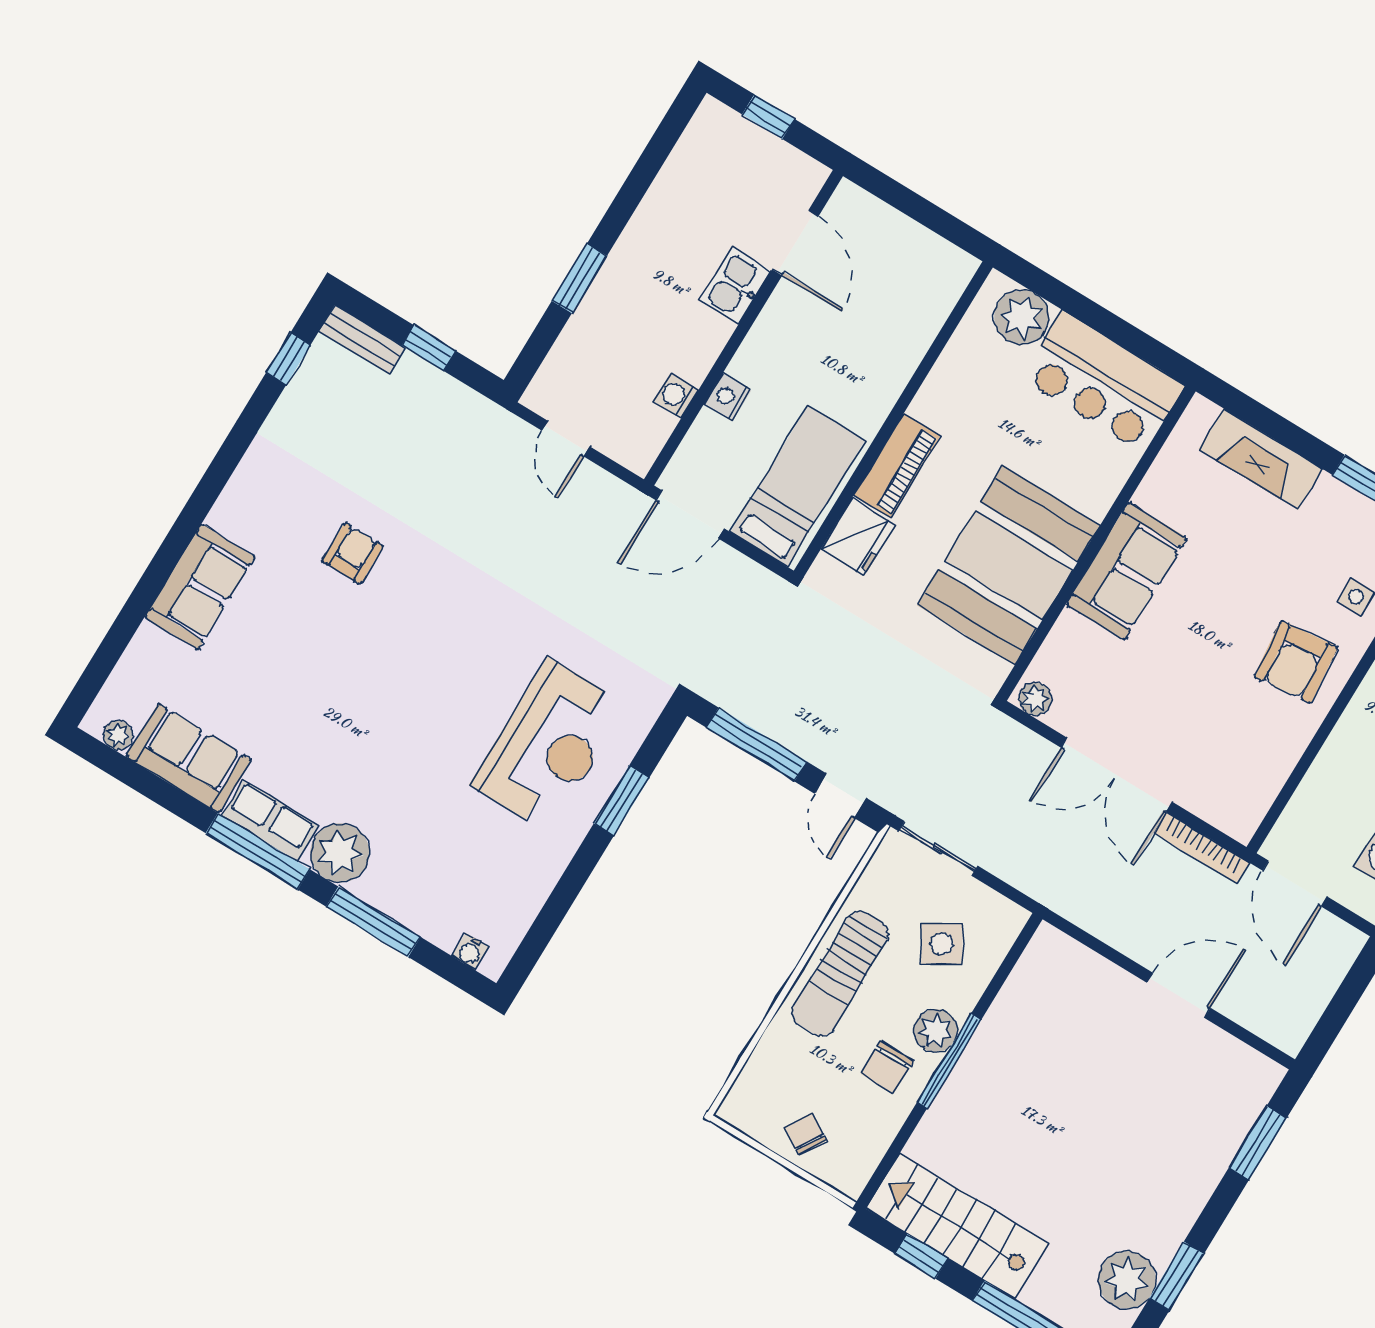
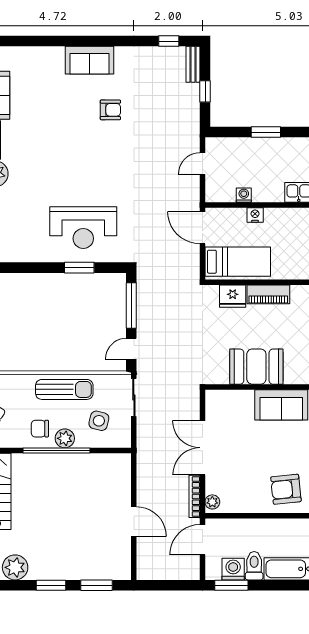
booth: (1009, 565) -> (256, 367), width x0.73, depth x0.70
sofa: (200, 587) -> (90, 60), moved
plant: (1035, 699) -> (212, 502), moved
side table: (942, 944) -> (99, 421), turned 45
sun lounger: (840, 974) -> (64, 389), turned 180
window: (949, 1061) -> (57, 450), width x1.46
window: (1177, 1276) -> (51, 585), moved

